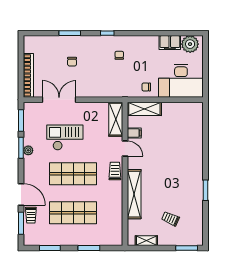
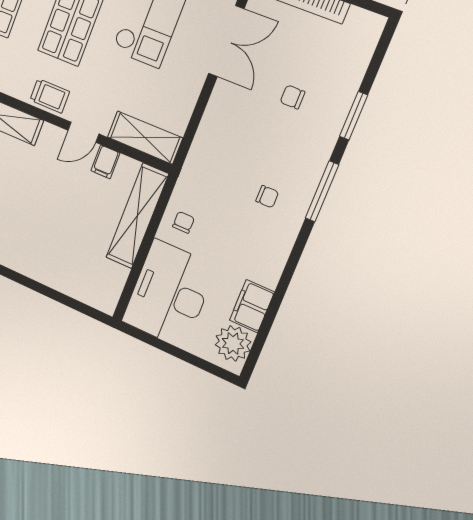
window: (107, 33) -> (322, 191), width x2.17
shelving: (144, 109) -> (137, 216), width x1.47

